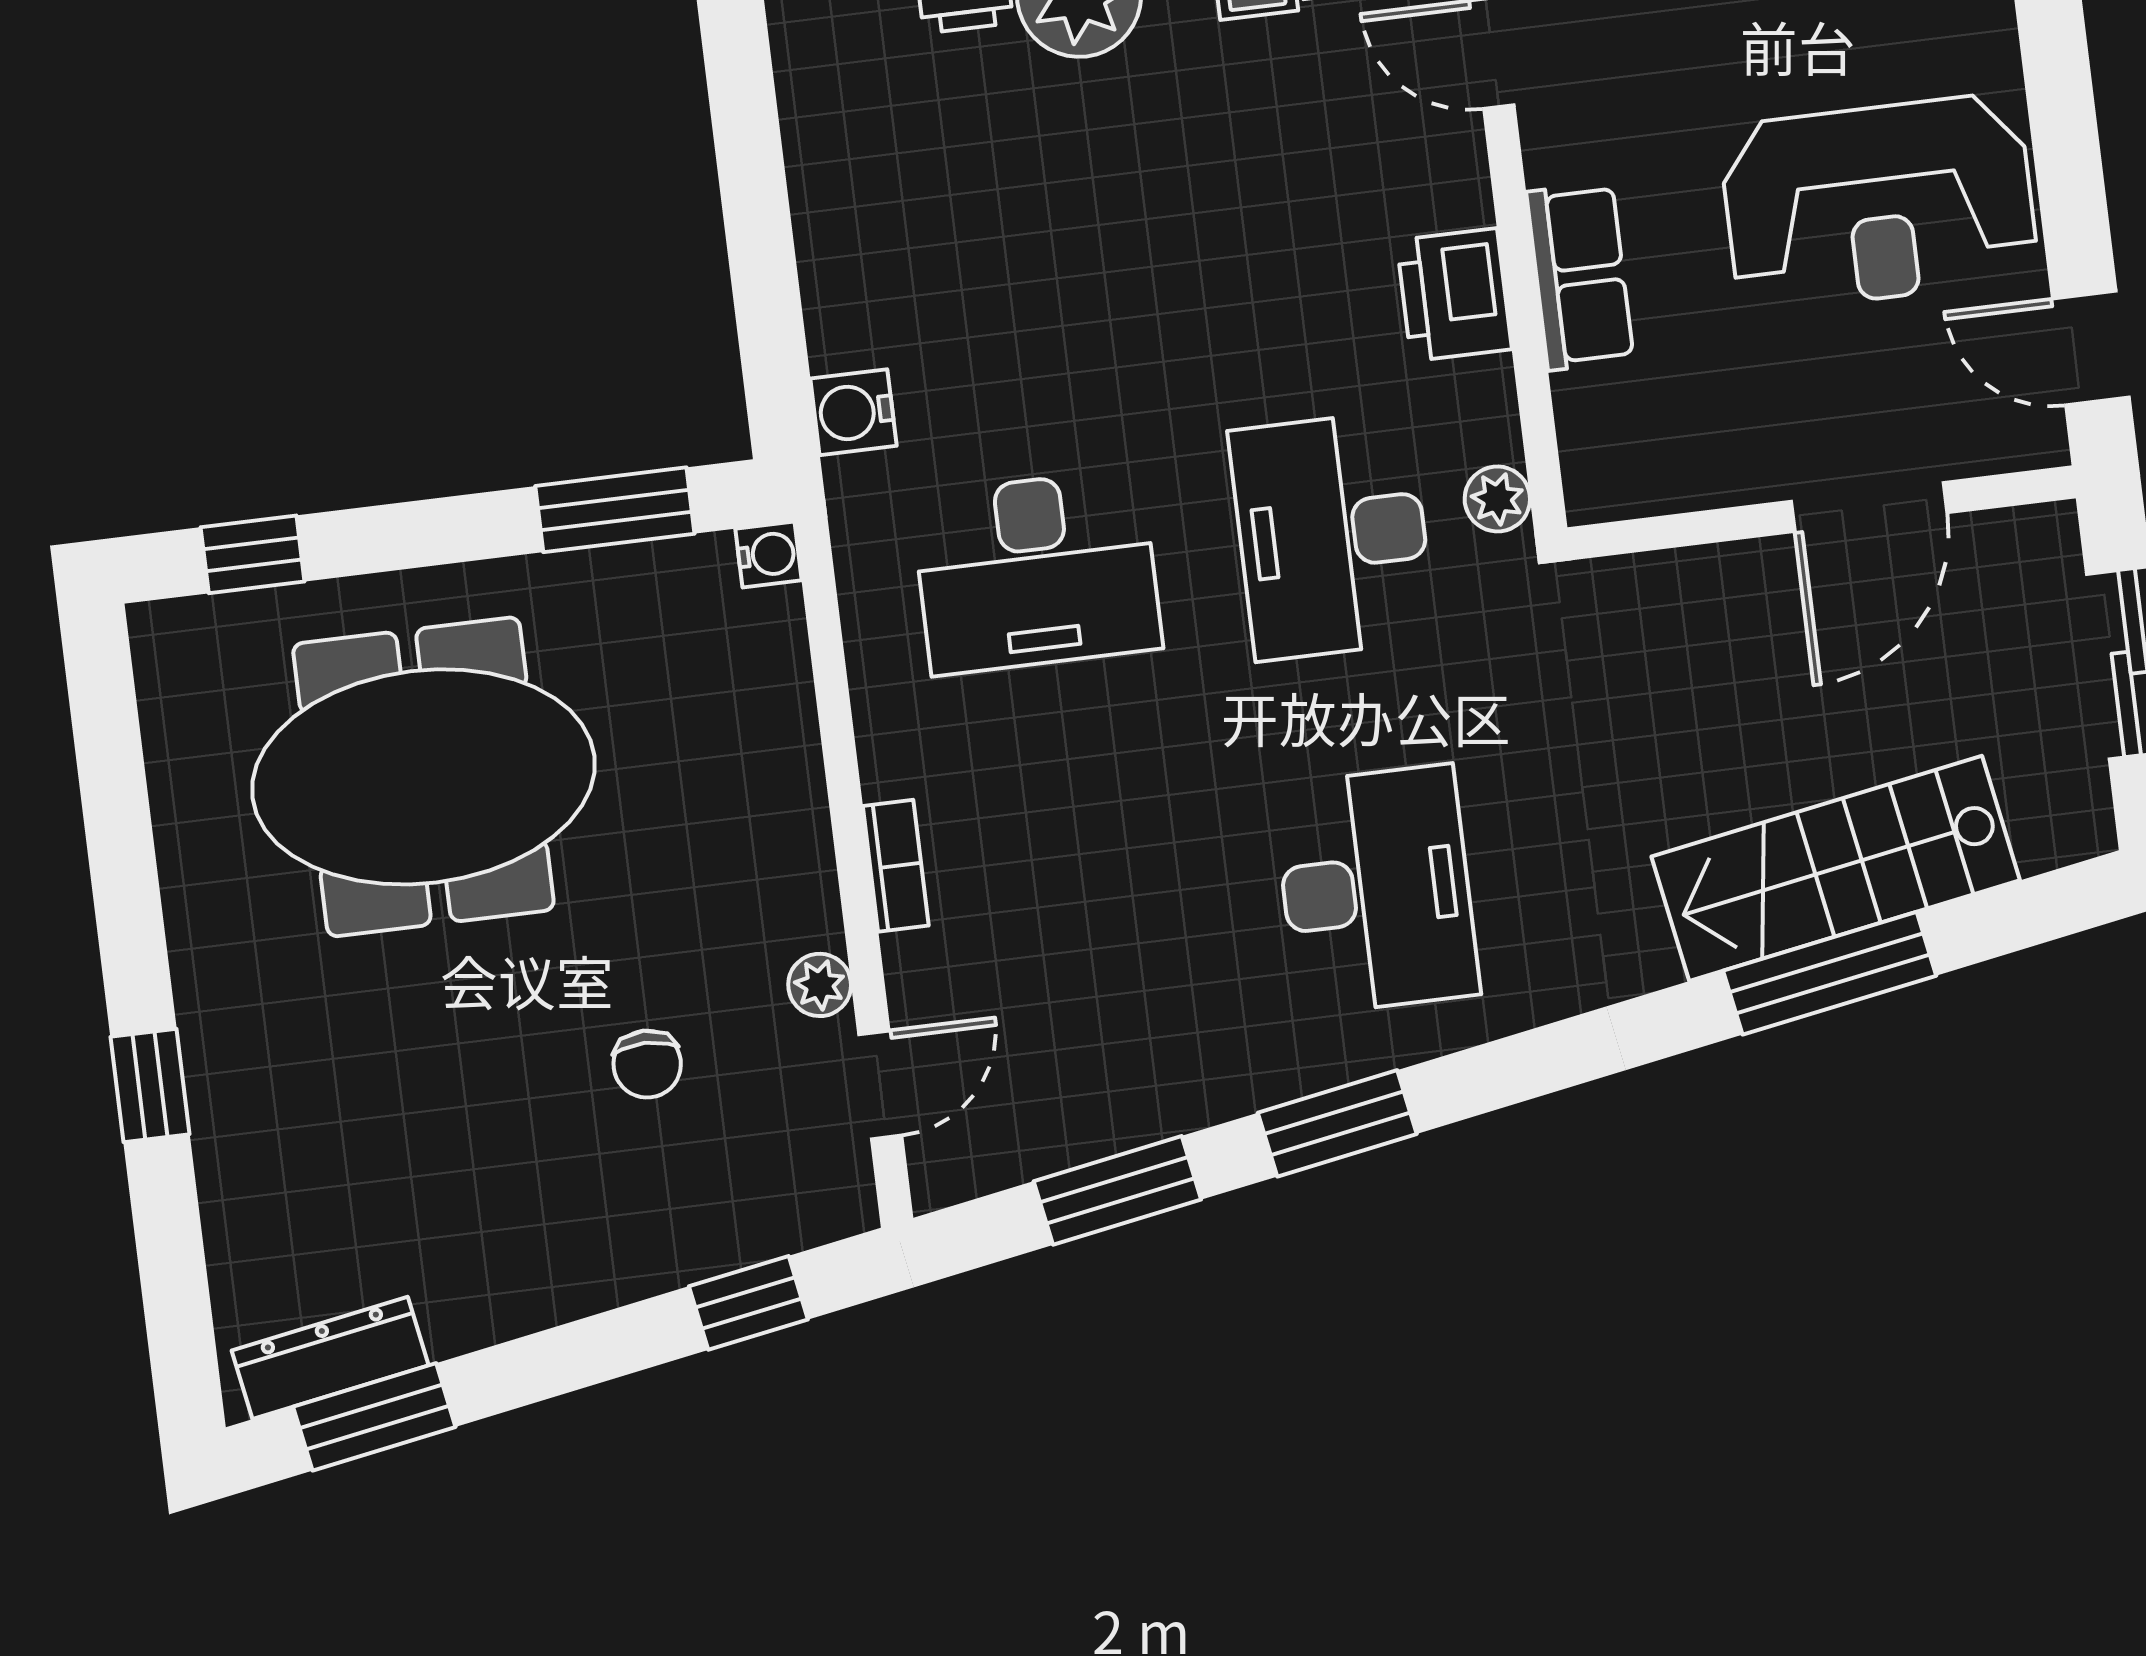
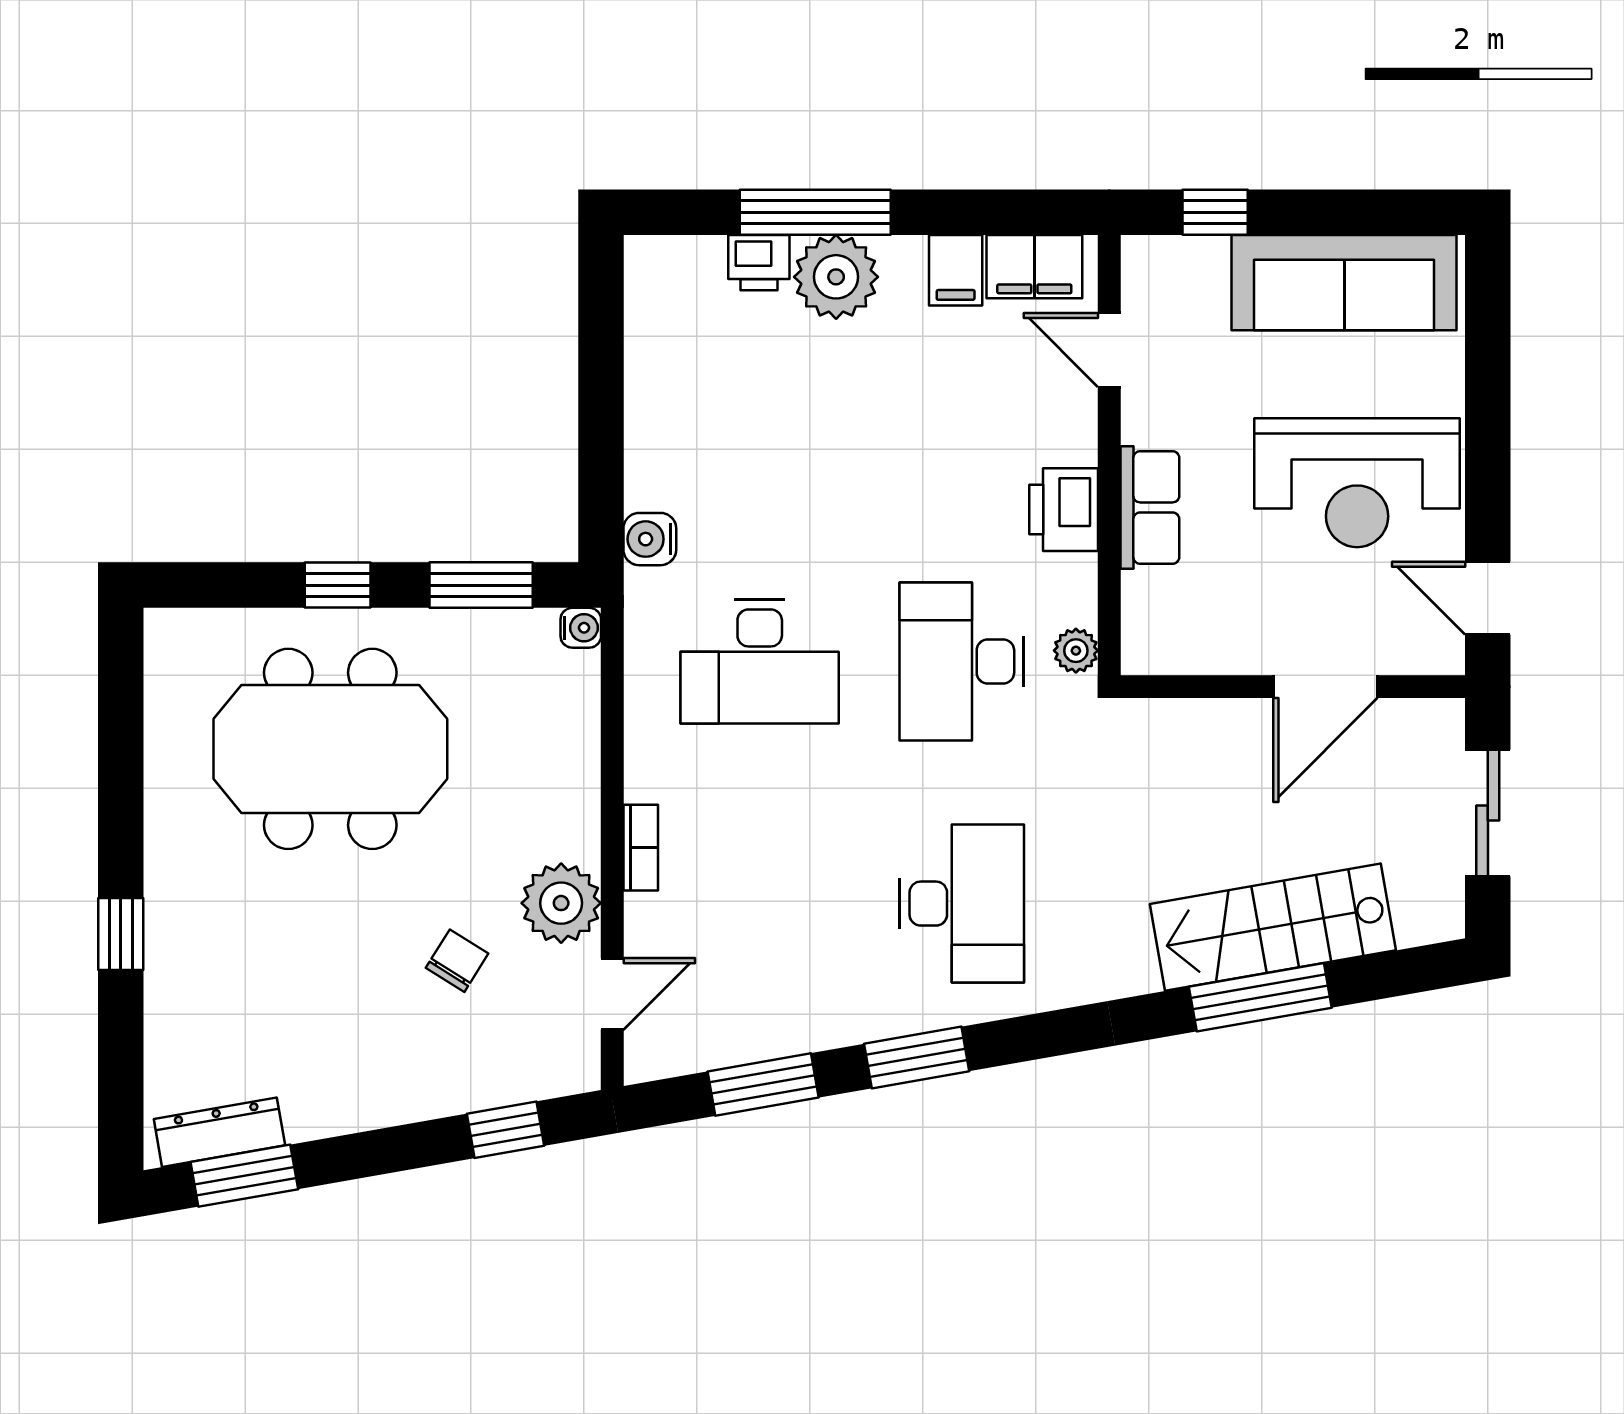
window: (253, 554) -> (338, 585), moved
plant: (820, 985) -> (561, 903), width x1.88, depth x1.88
chair: (647, 1064) -> (457, 961), turned -148

